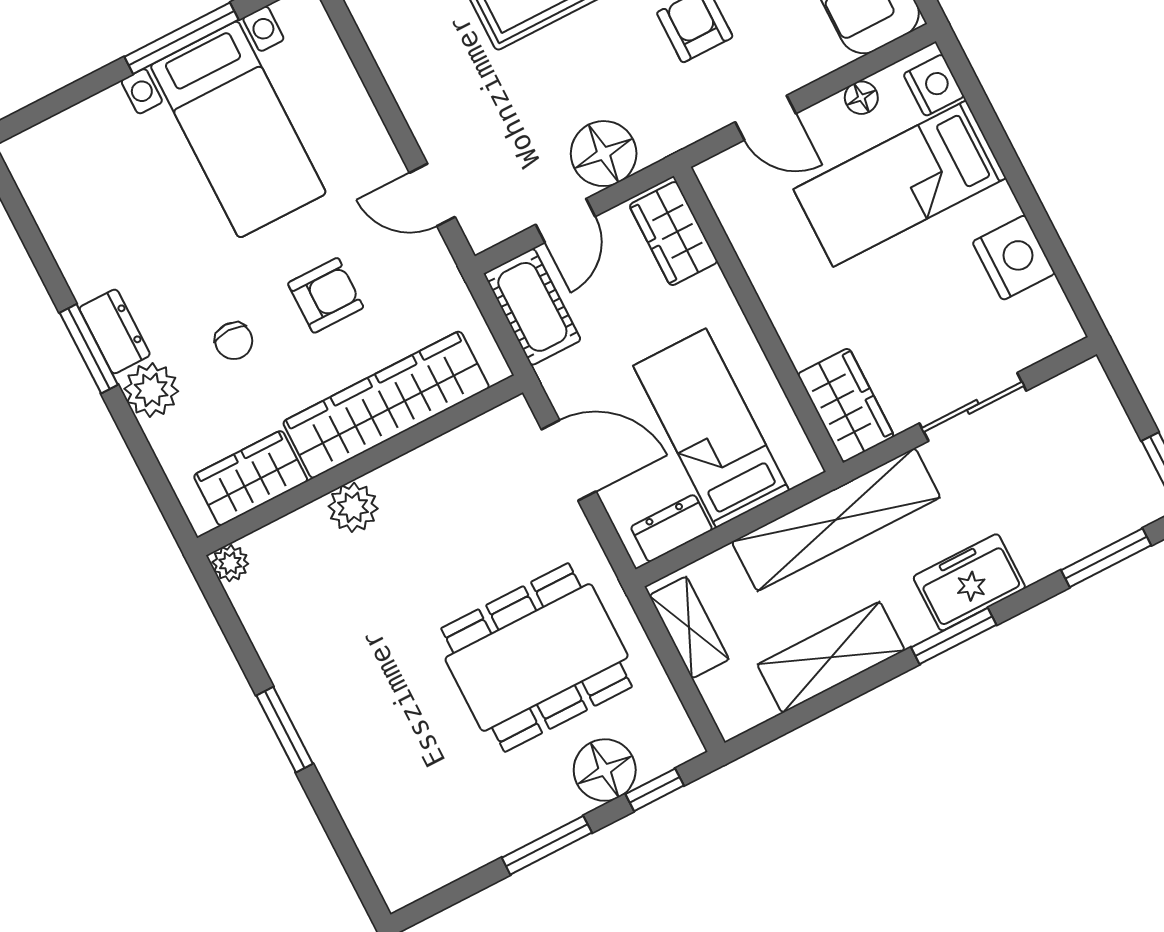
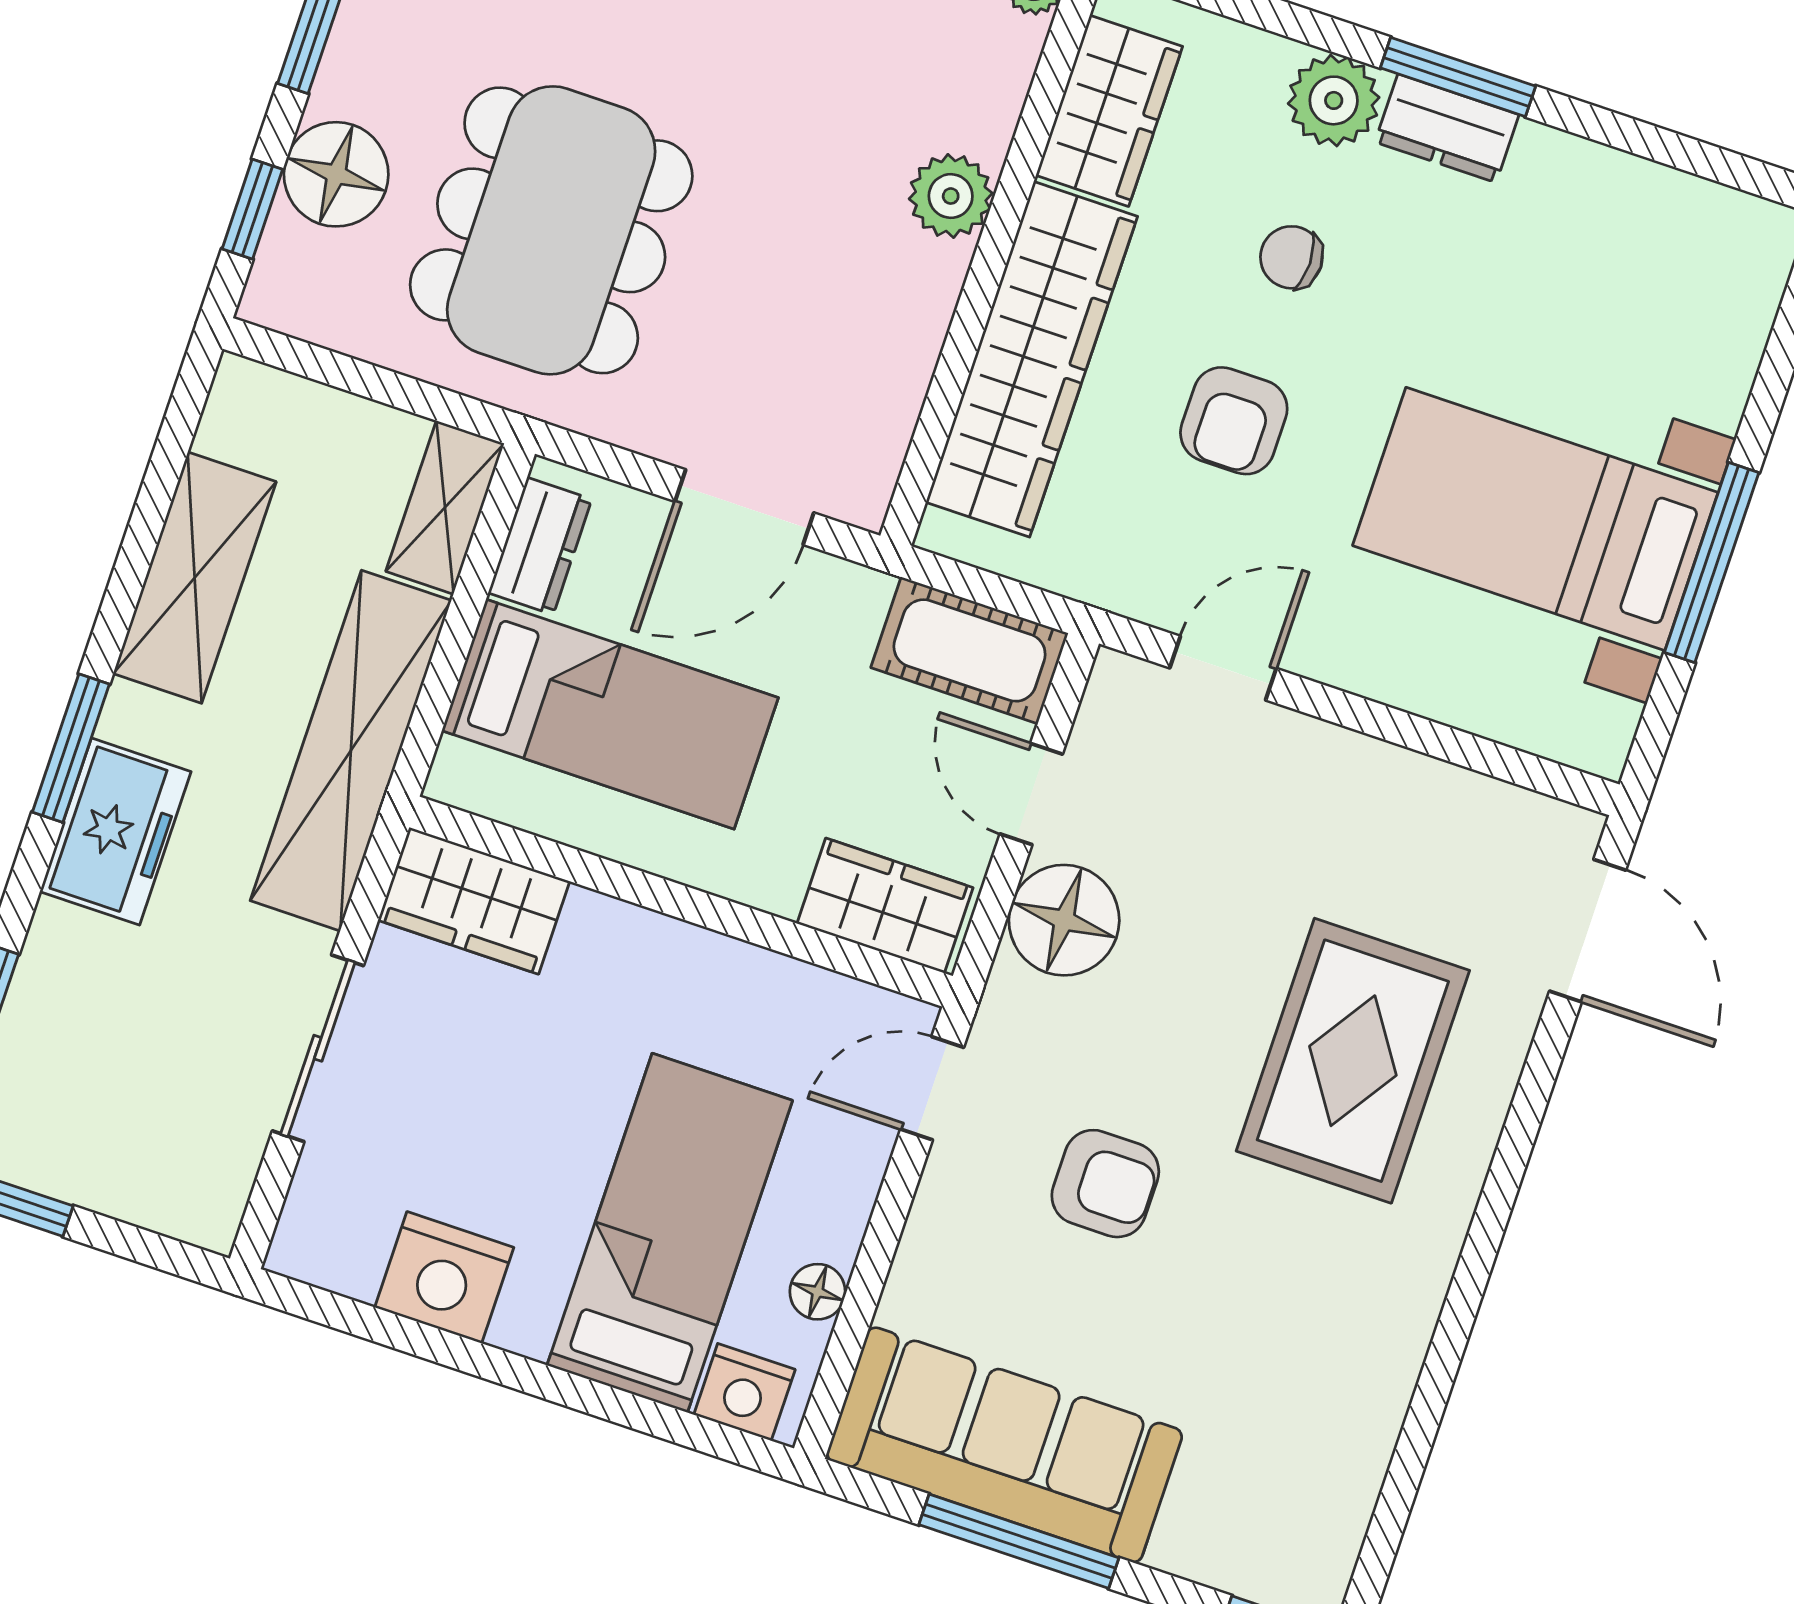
door: (765, 118) -> (932, 1088), moved
shelving: (689, 627) -> (445, 507), moved, turned 90

